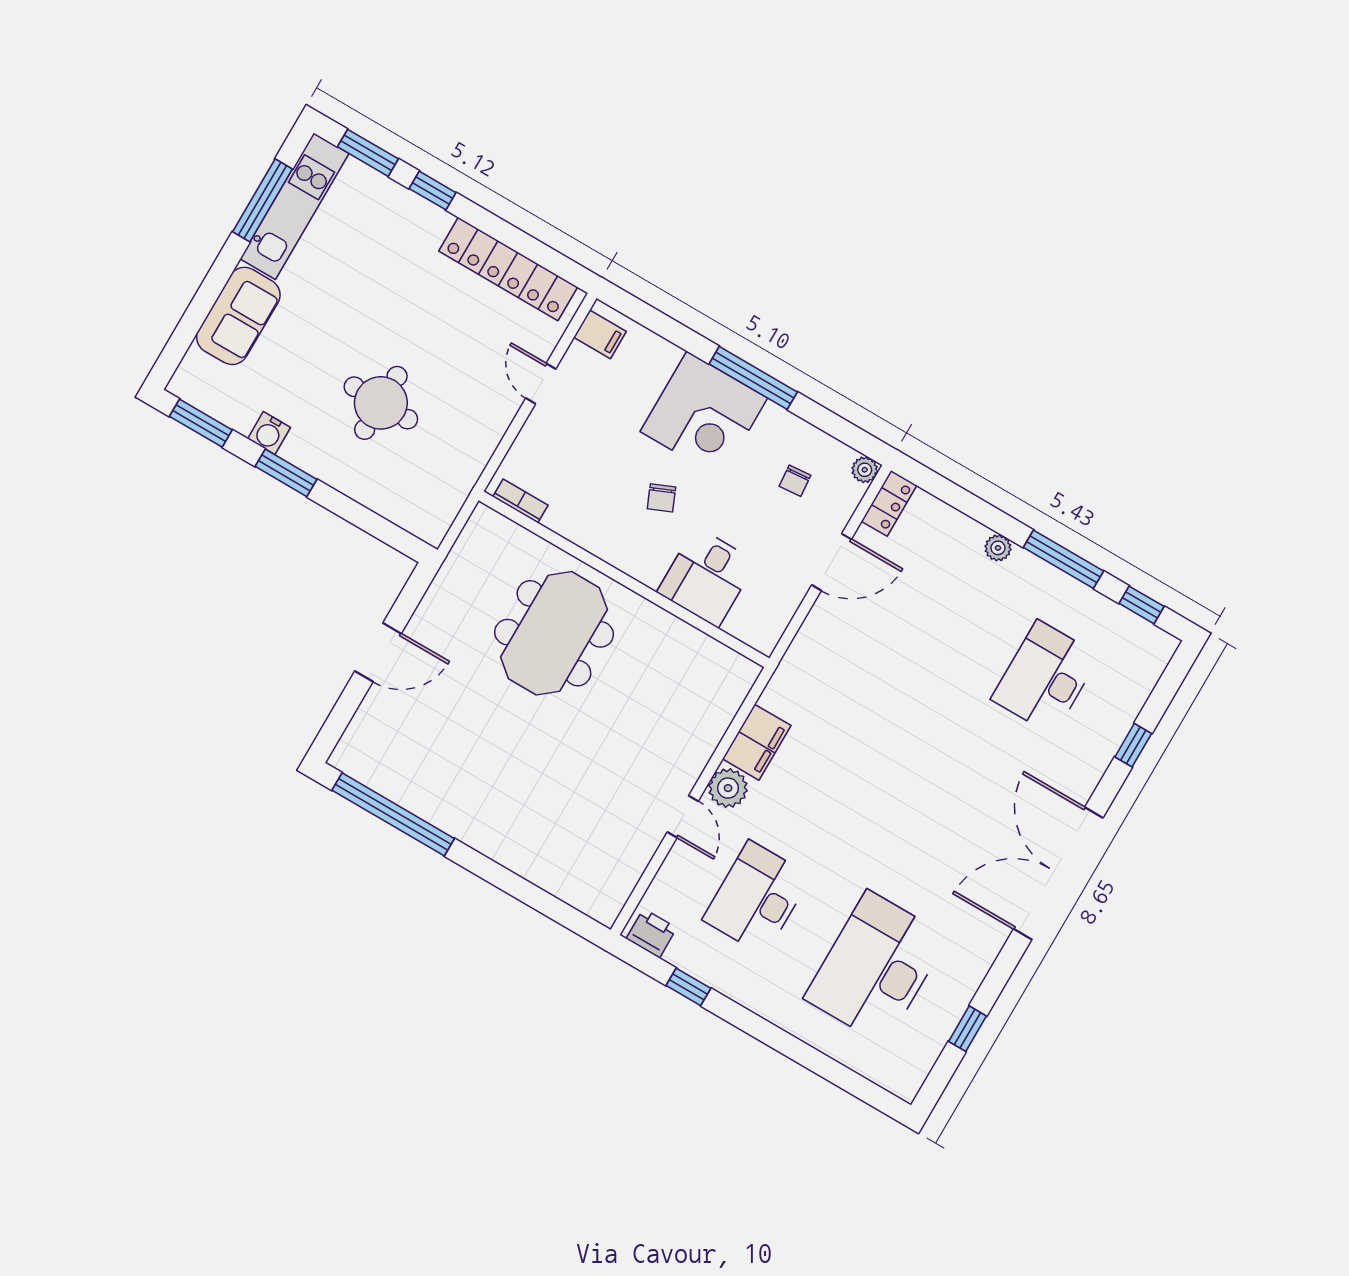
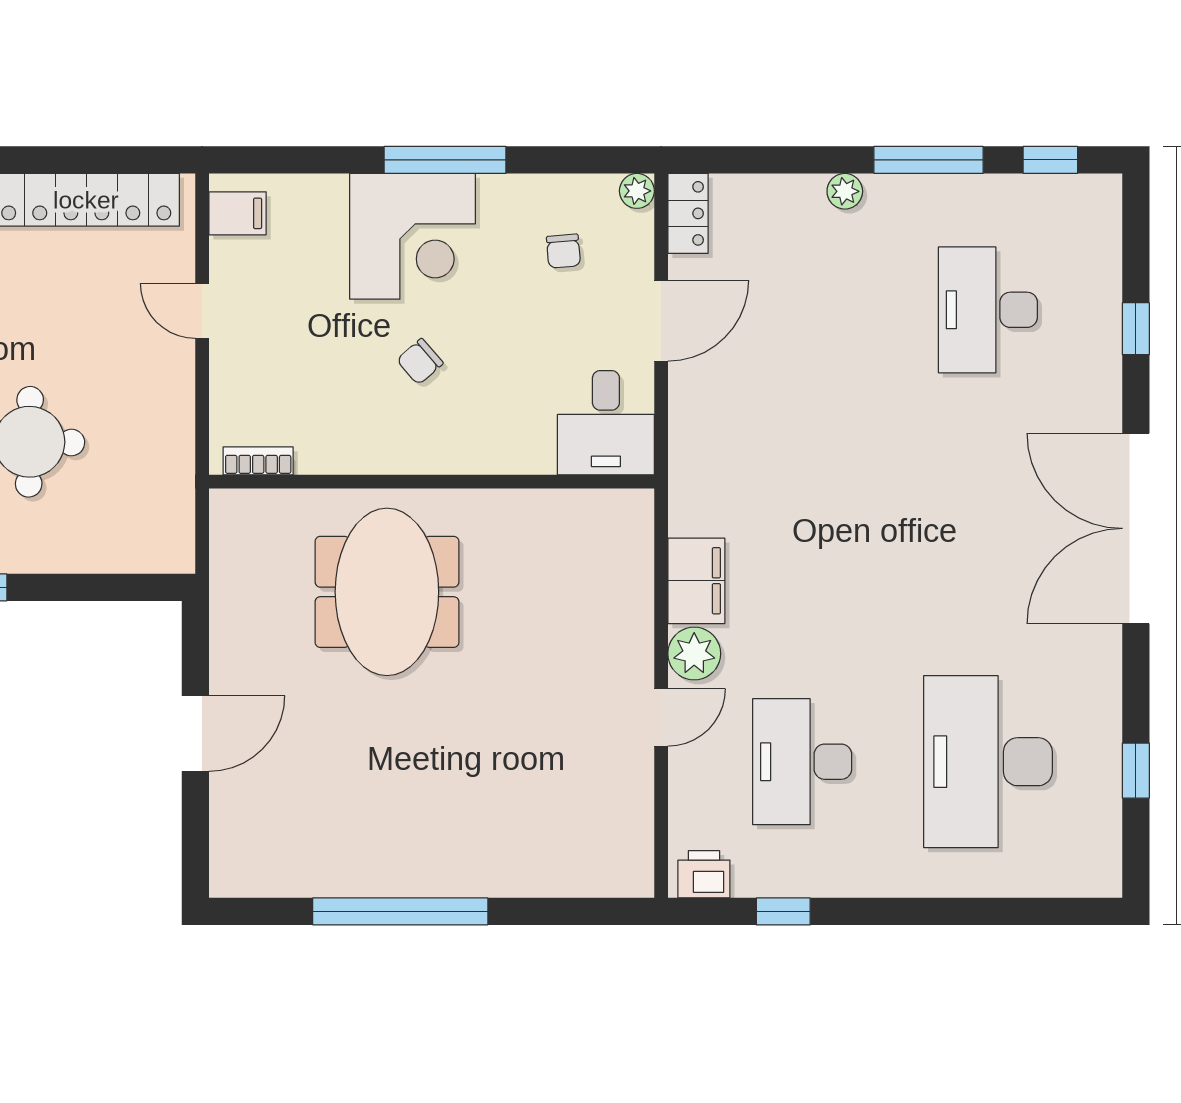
chair: (662, 498) -> (420, 362), turned 72
desk: (707, 577) -> (606, 423), moved
window: (393, 814) -> (400, 911), moved
door: (683, 817) -> (661, 717), hinge flipped

